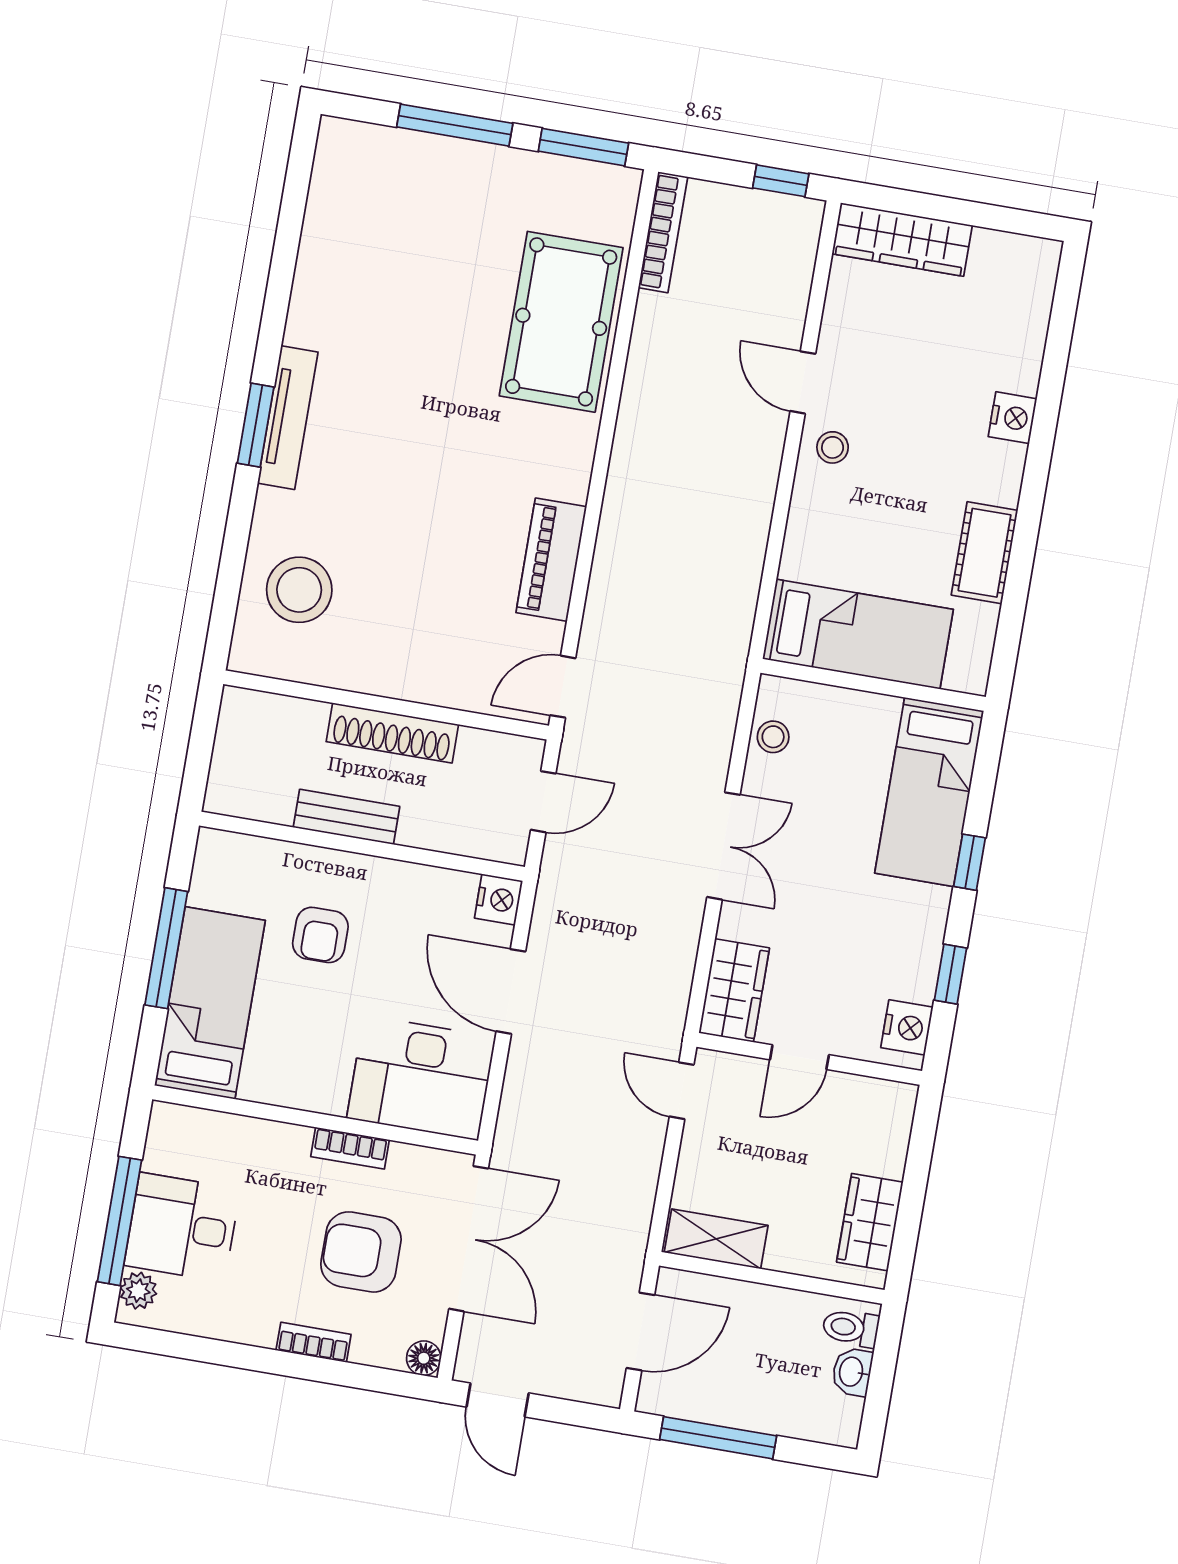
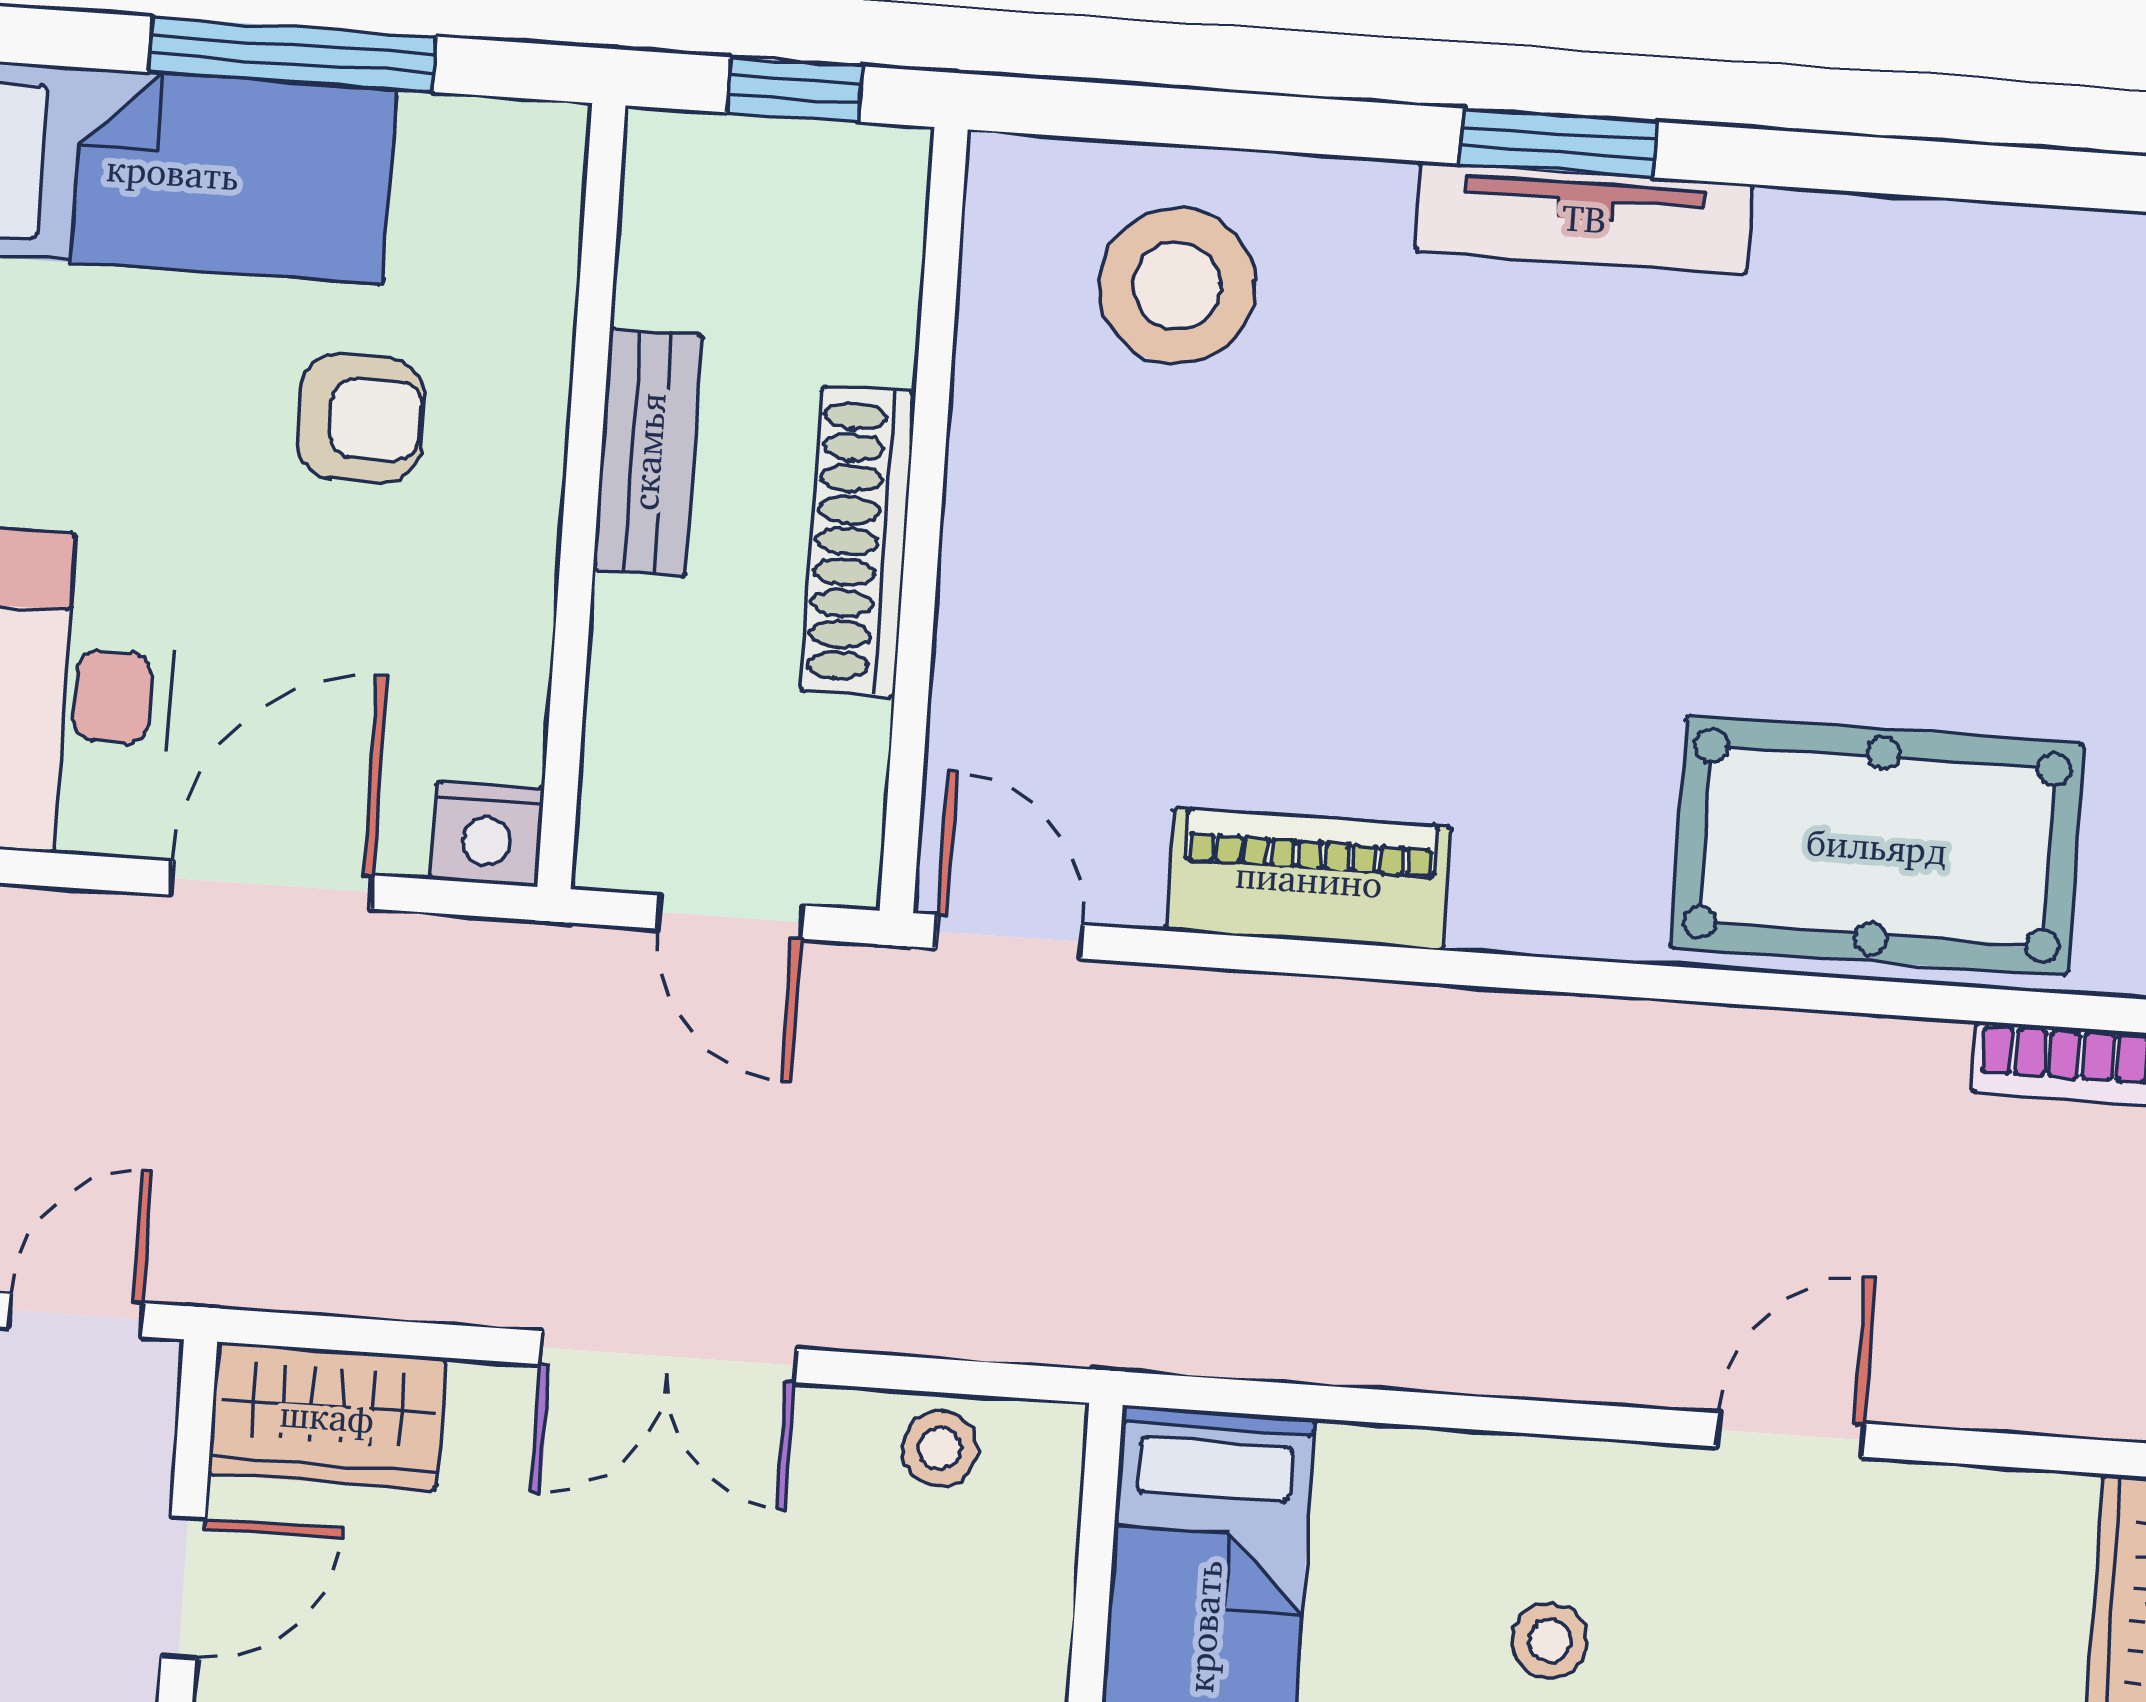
stool: (833, 447) -> (1550, 1640), moved
window: (202, 741) -> (794, 89), added
armchair: (320, 935) -> (361, 418), turned 180
door: (799, 1057) -> (183, 1587), swing flipped

